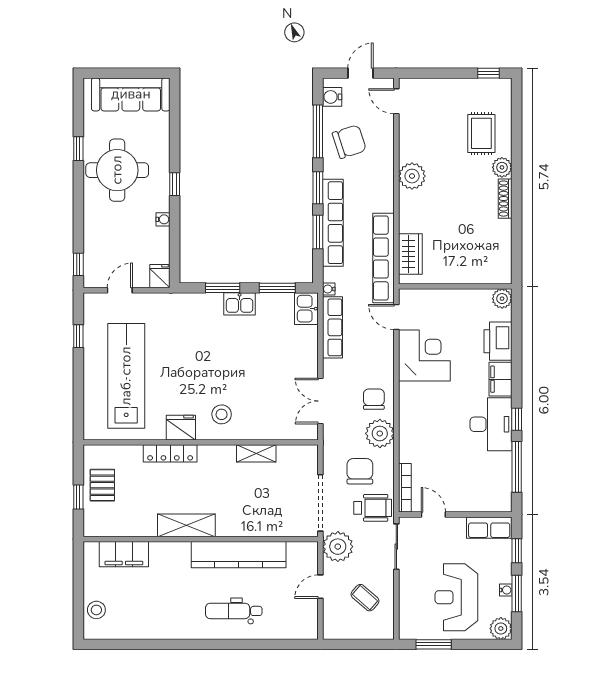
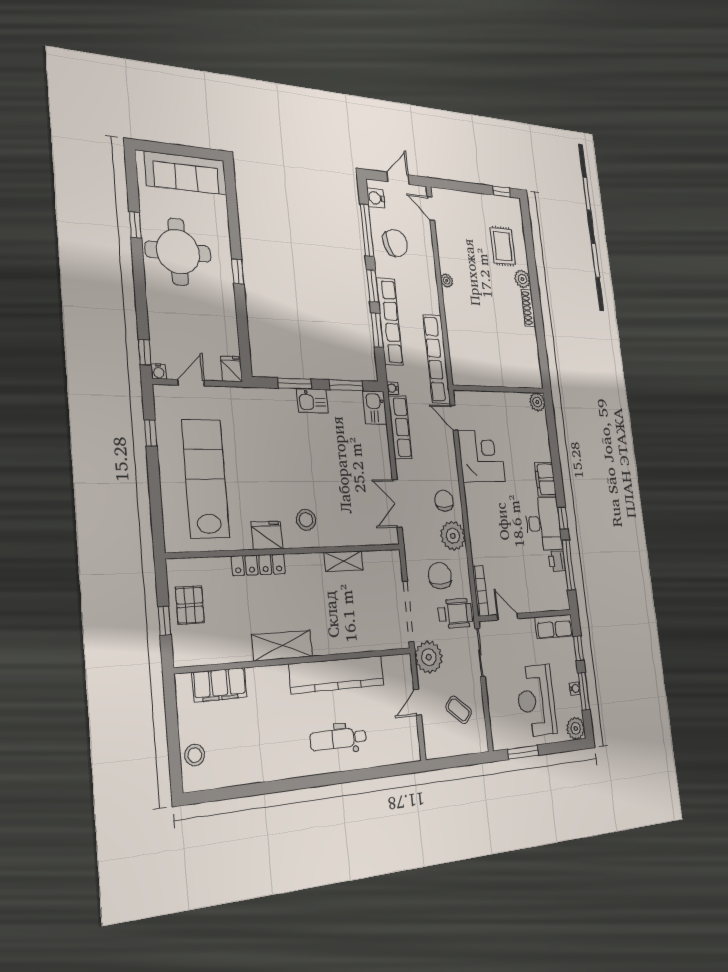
plant: (412, 176) -> (447, 281), width x0.53, depth x0.53
water cooler: (163, 219) -> (159, 371), moved, turned 90
wardrobe: (410, 254) -> (459, 356), removed
printer: (498, 341) -> (557, 561), moved, width x0.53, depth x0.68

